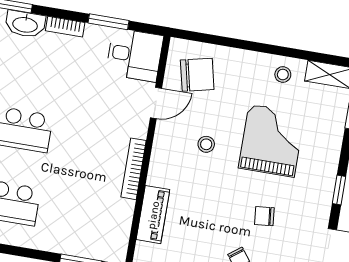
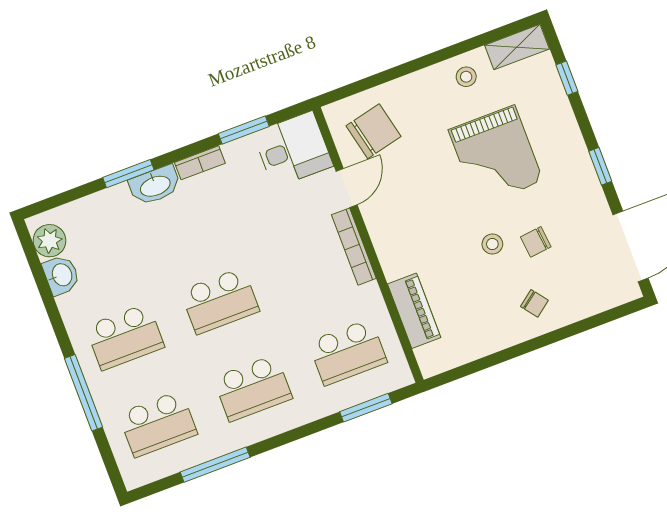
grand piano: (272, 141) -> (496, 155), turned 180
stool: (206, 144) -> (492, 244), moved
bookcase: (134, 169) -> (354, 247), moved
school desk: (91, 216) -> (348, 352), added

